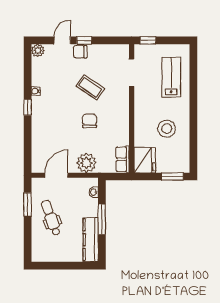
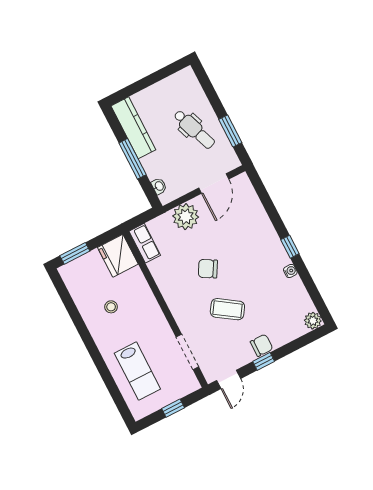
door: (62, 40) -> (229, 379), moved
window: (148, 40) -> (173, 408), moved
chair: (89, 121) -> (208, 269), turned 120
stool: (167, 129) -> (111, 307), width x0.53, depth x0.53

